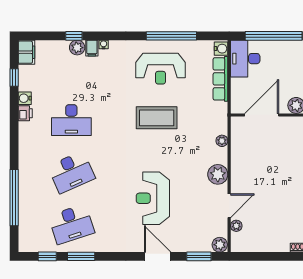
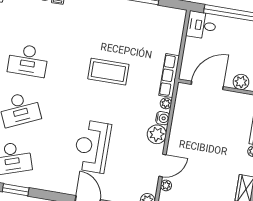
water cooler: (221, 49) -> (163, 118), moved
desk: (245, 59) -> (201, 25), width x0.73
reception desk: (161, 69) -> (120, 26), removed
row of seats: (220, 79) -> (169, 76), moved

